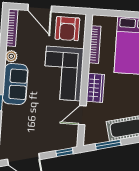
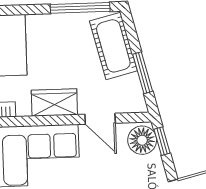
floor lamp: (66, 140) -> (142, 140), added

